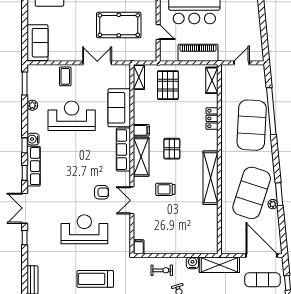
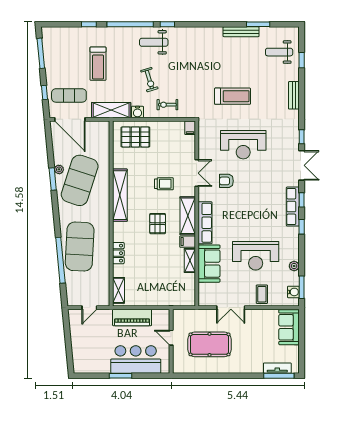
shelving: (139, 77) -> (190, 260), moved
pallet: (168, 85) -> (135, 137), moved, turned 90
water cooler: (33, 139) -> (293, 292), moved

